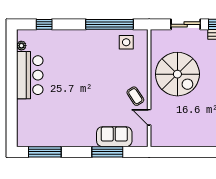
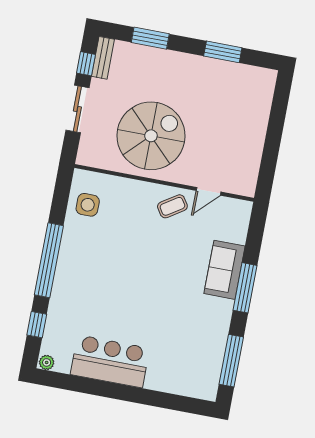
window: (110, 24) -> (49, 260), moved
plant: (21, 46) -> (47, 362), moved
sofa: (114, 137) -> (225, 270), moved
window: (107, 152) -> (245, 288), moved

